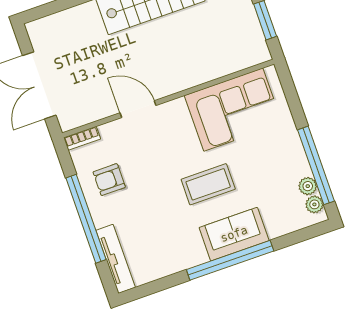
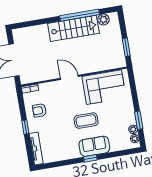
door: (138, 109) -> (69, 77), moved
window: (316, 165) -> (139, 120), width x0.47
window: (86, 219) -> (25, 127), width x0.32
window: (230, 260) -> (90, 158), width x0.32

